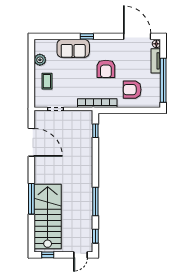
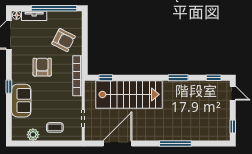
armchair: (106, 69) -> (42, 67), turned -90
armchair: (132, 90) -> (64, 40), turned -63
window: (95, 202) -> (178, 78), width x0.69
stairs: (48, 217) -> (129, 94), moved, turned 180

